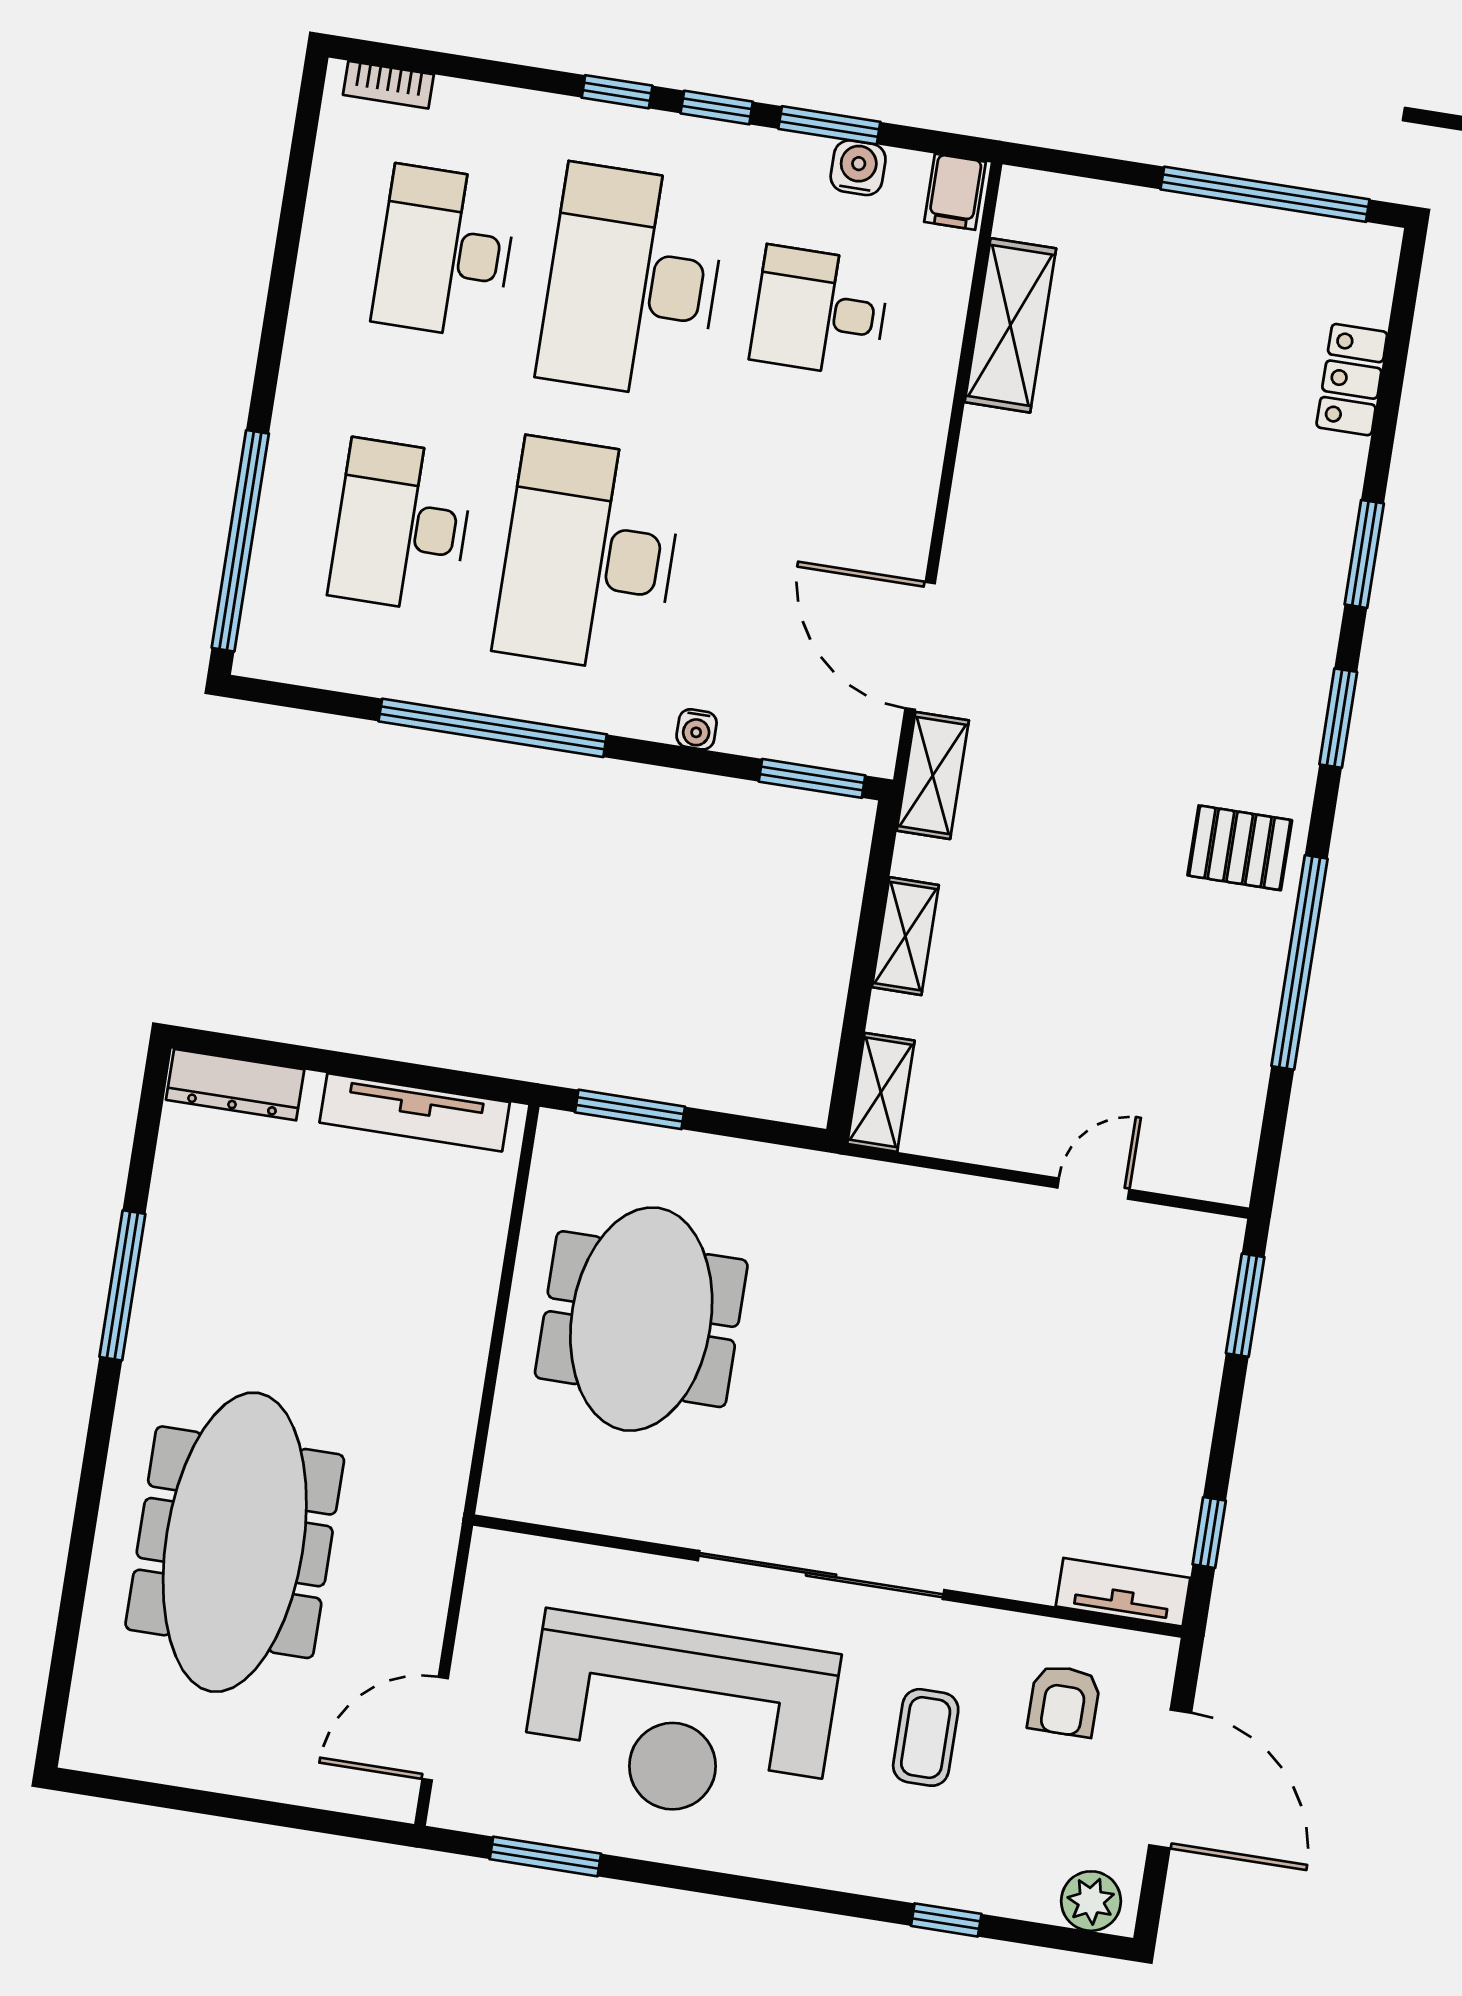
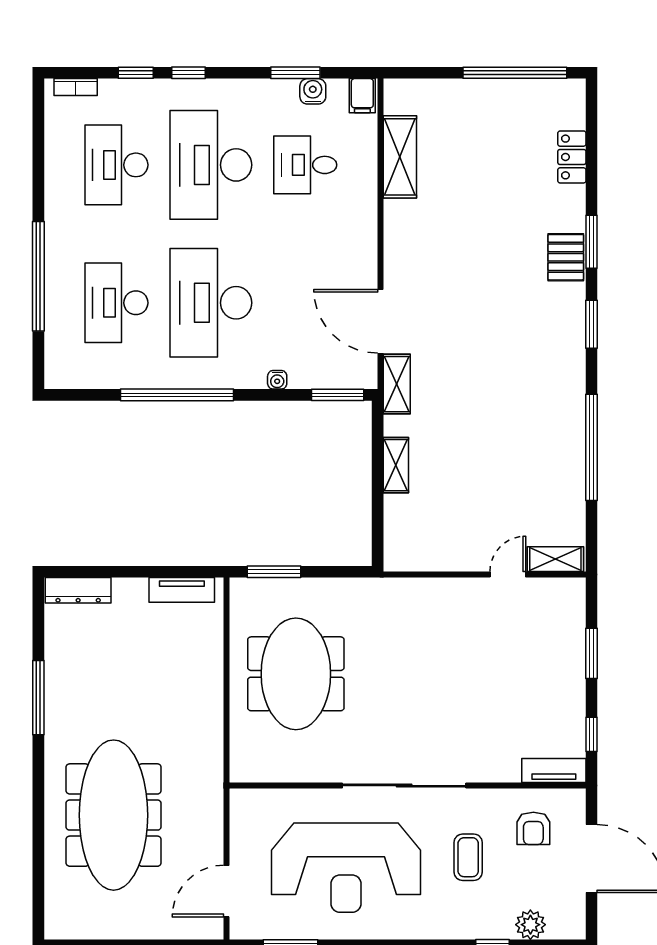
window: (717, 107) -> (136, 73), moved
window: (240, 541) -> (38, 276), moved
pallet: (1240, 848) -> (566, 257), moved, turned 90
shelving: (881, 1092) -> (555, 559), moved, turned 90
tv unit: (415, 1112) -> (182, 590), width x0.71
window: (1245, 1305) -> (591, 653), moved
plant: (1091, 1901) -> (530, 925), moved

